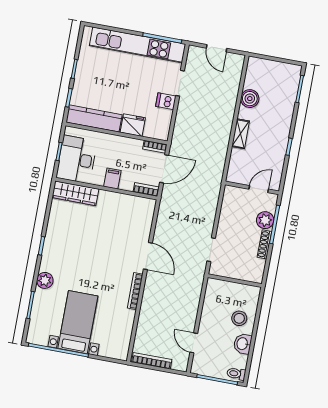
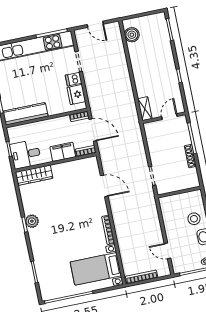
boiler: (250, 99) -> (132, 35), moved
fridge: (133, 125) -> (76, 95), moved, turned -90
shelving: (241, 134) -> (145, 109), moved
desk: (77, 159) -> (26, 154), width x0.73
door: (164, 169) -> (93, 130), hinge flipped
filing cabinet: (112, 179) -> (63, 152), width x2.00
plant: (265, 220) -> (184, 138), removed
door: (148, 256) -> (104, 186), moved
plant: (45, 280) -> (32, 221), moved
bed with nightstands: (78, 322) -> (96, 269), moved, turned -90

